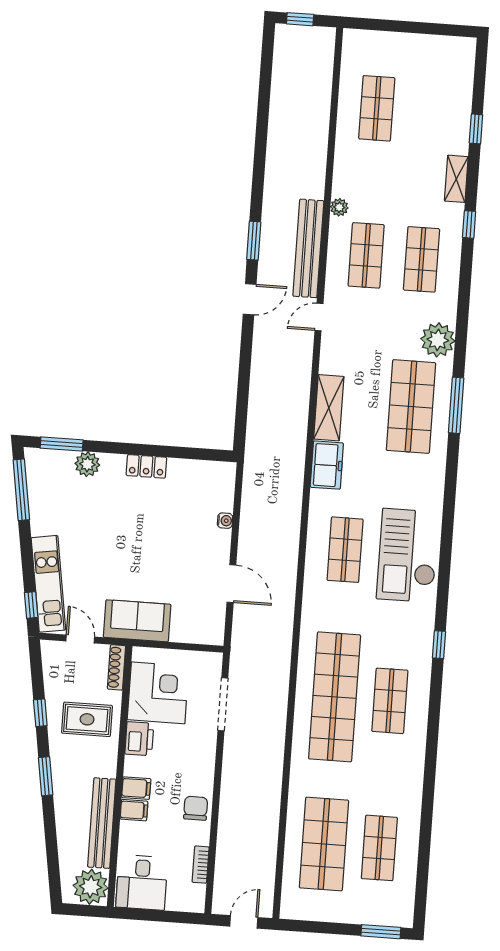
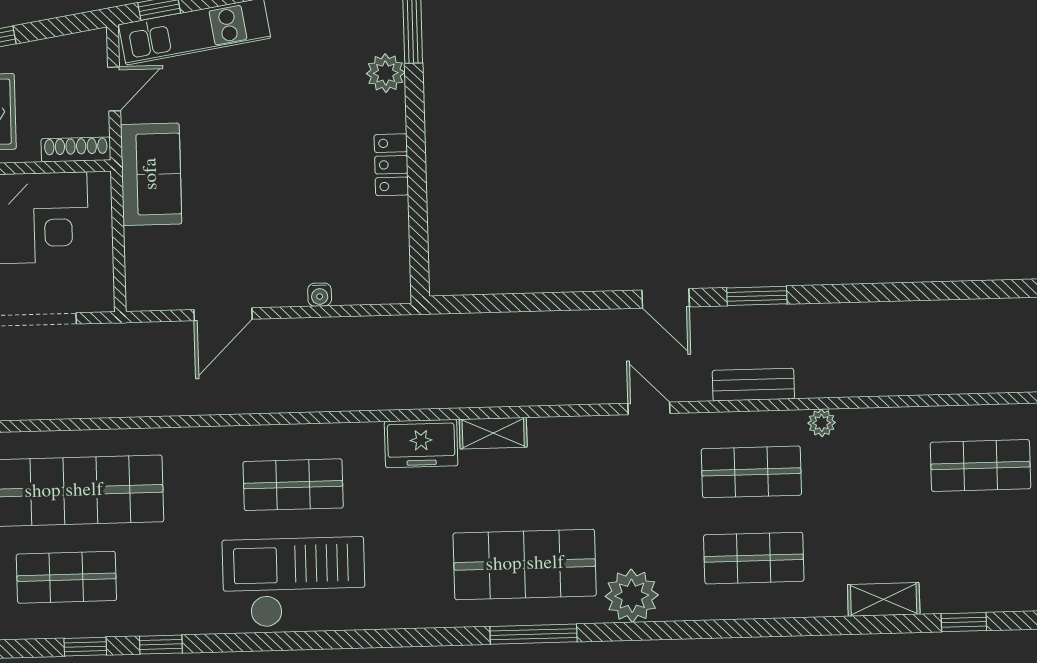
window: (469, 224) -> (85, 647), moved
bench: (308, 248) -> (753, 385), width x0.54, depth x0.82
shelving: (329, 408) -> (493, 433), width x0.67, depth x0.75

